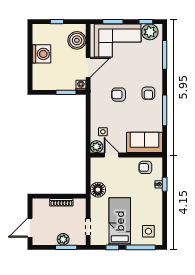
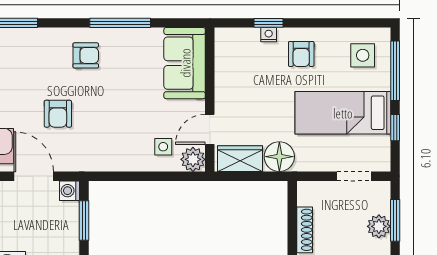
armchair: (119, 95) -> (58, 114), moved
armchair: (145, 167) -> (301, 54), moved
wardrobe: (97, 170) -> (240, 159), added

